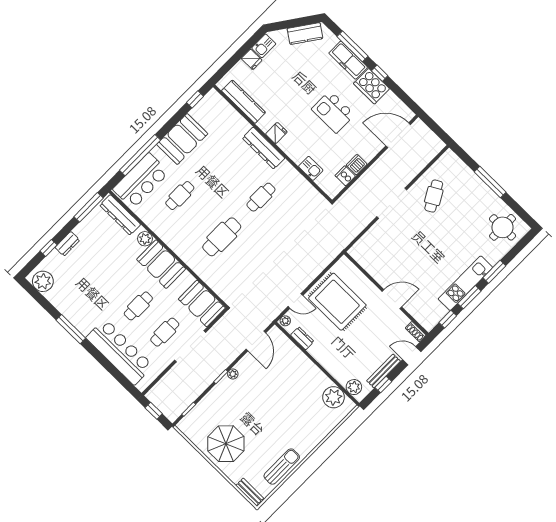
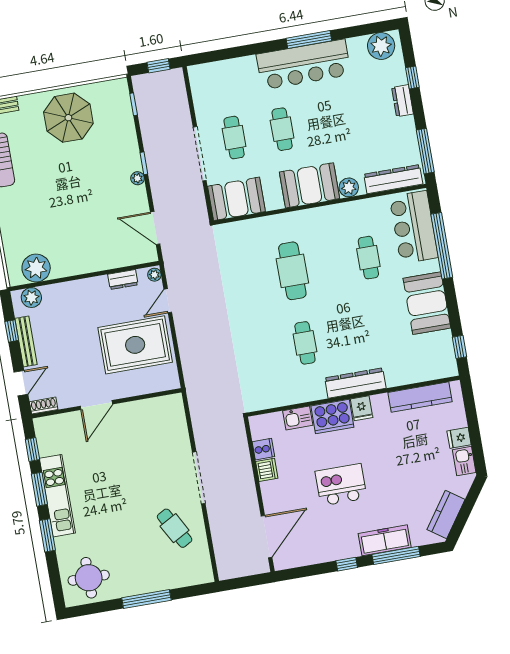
cooker: (372, 86) -> (332, 417), moved, turned 180
bar counter: (120, 352) -> (304, 64), moved

